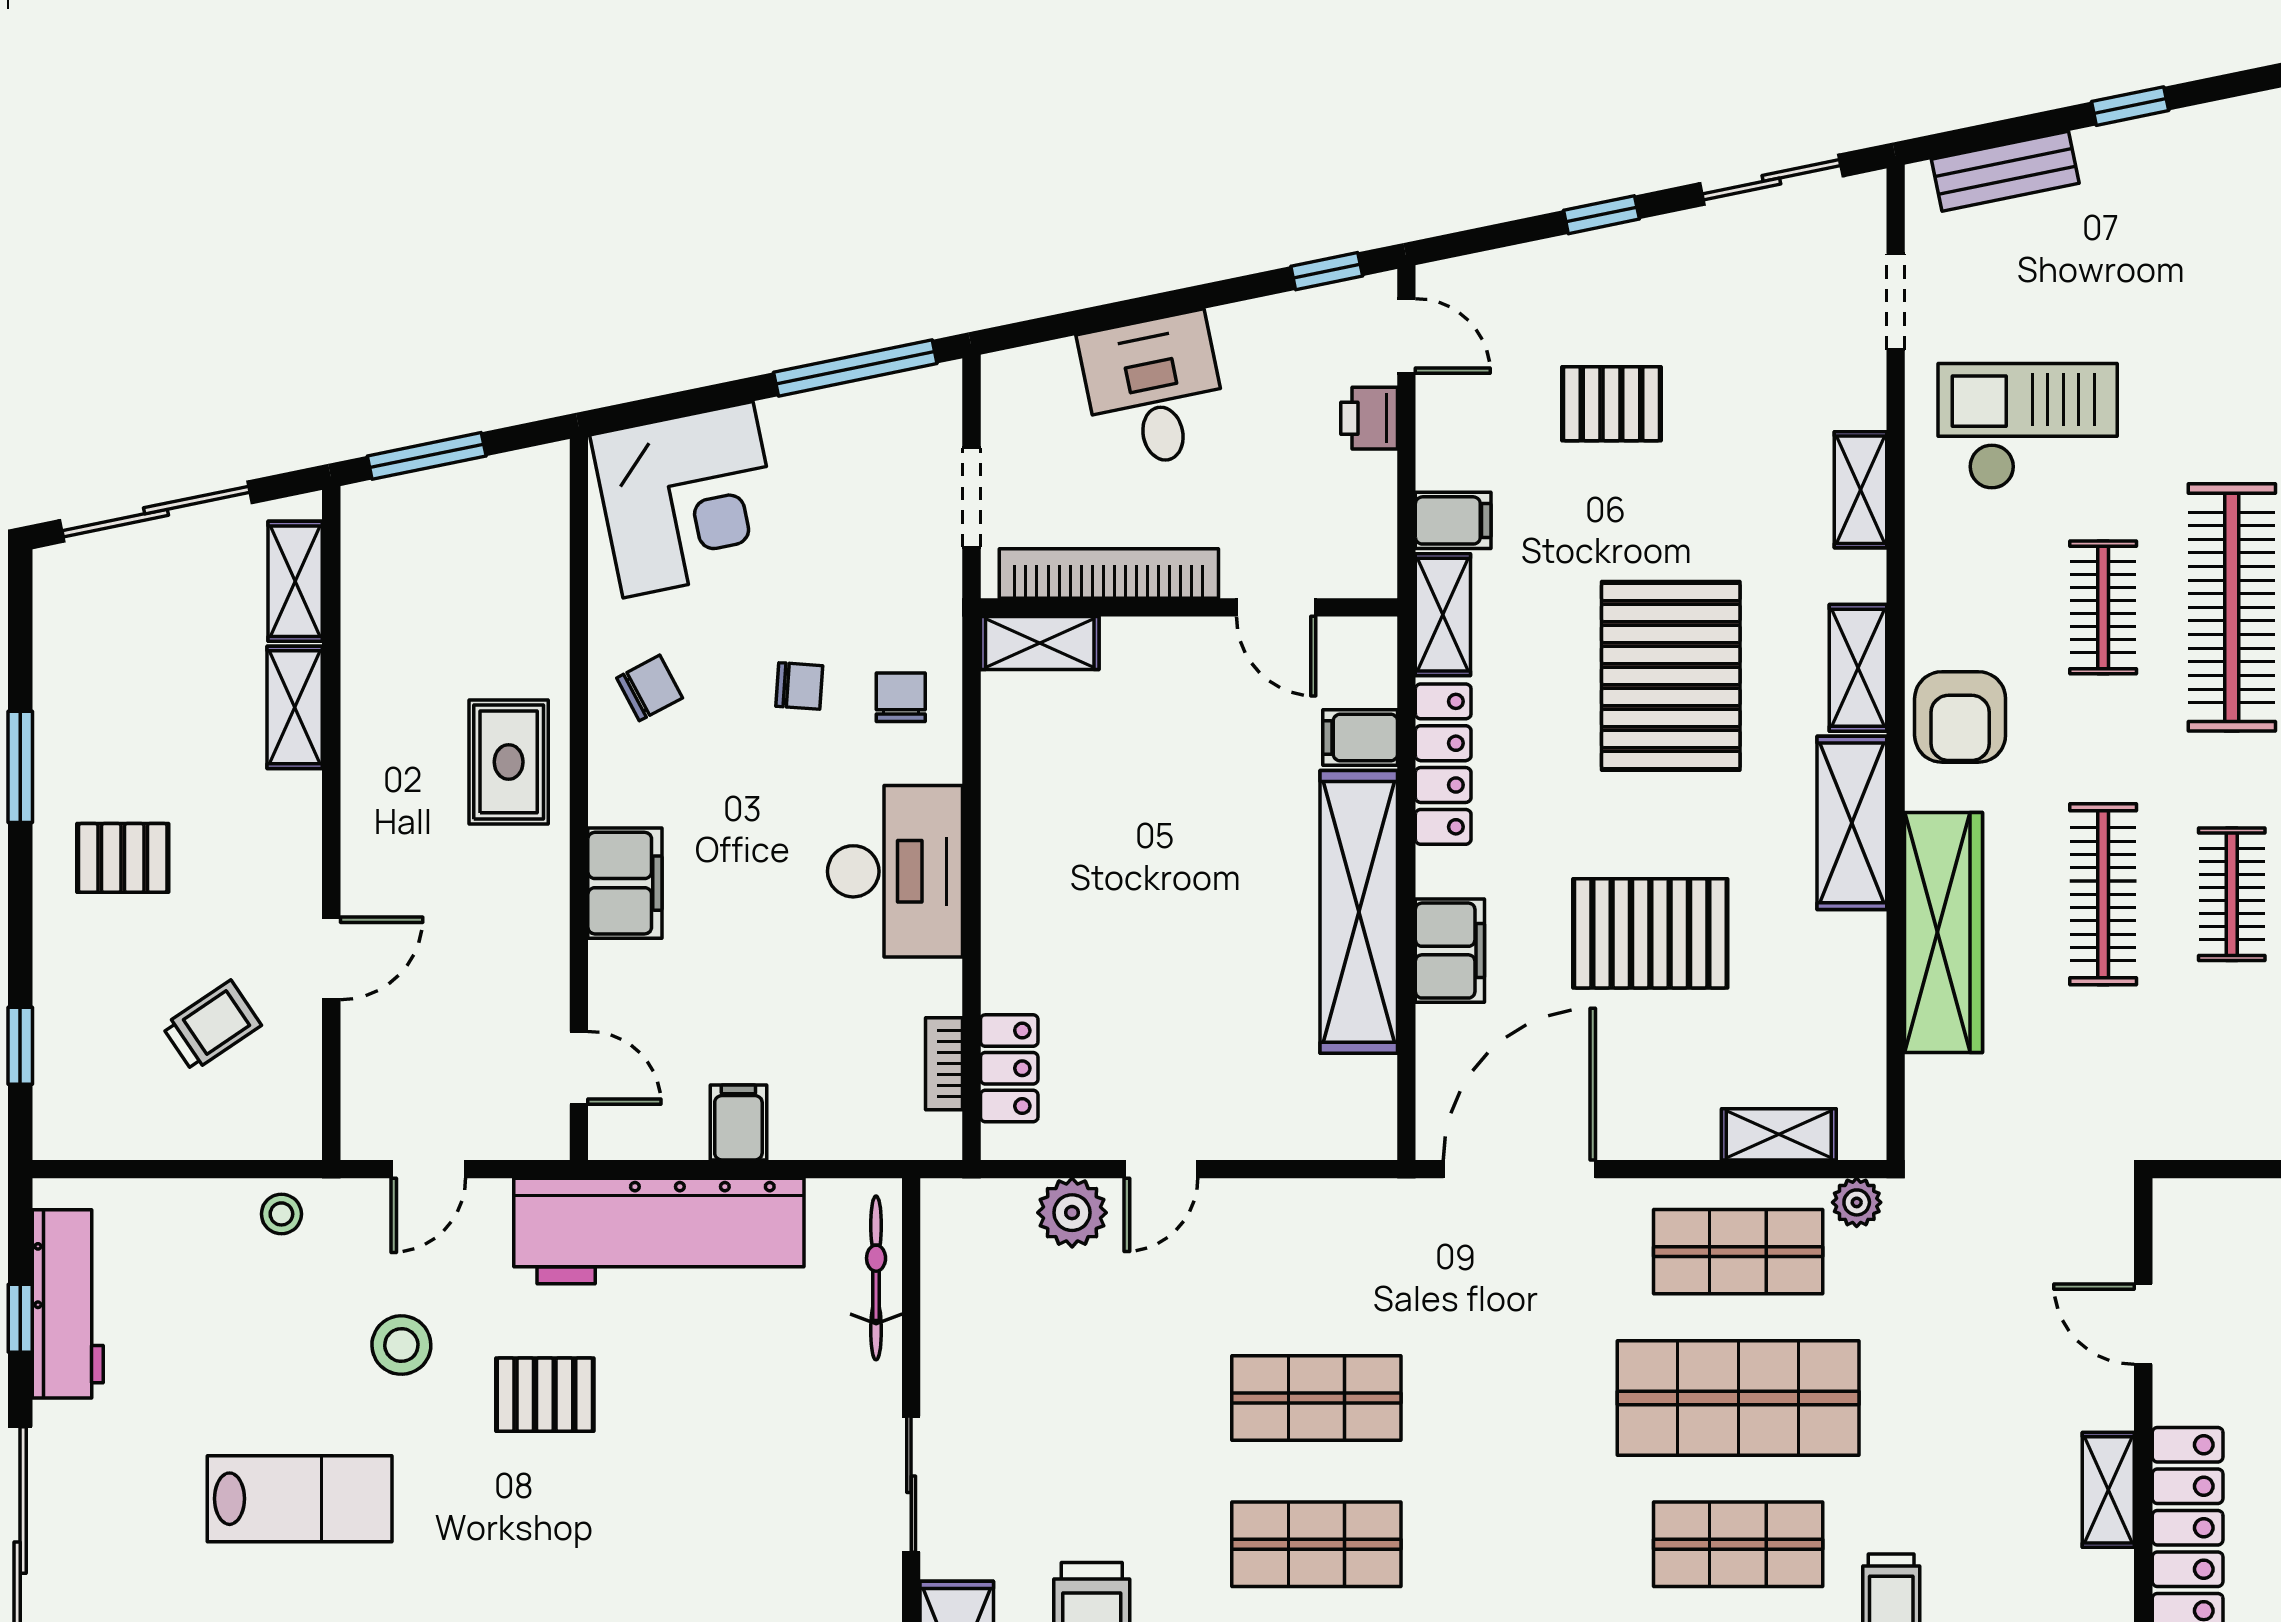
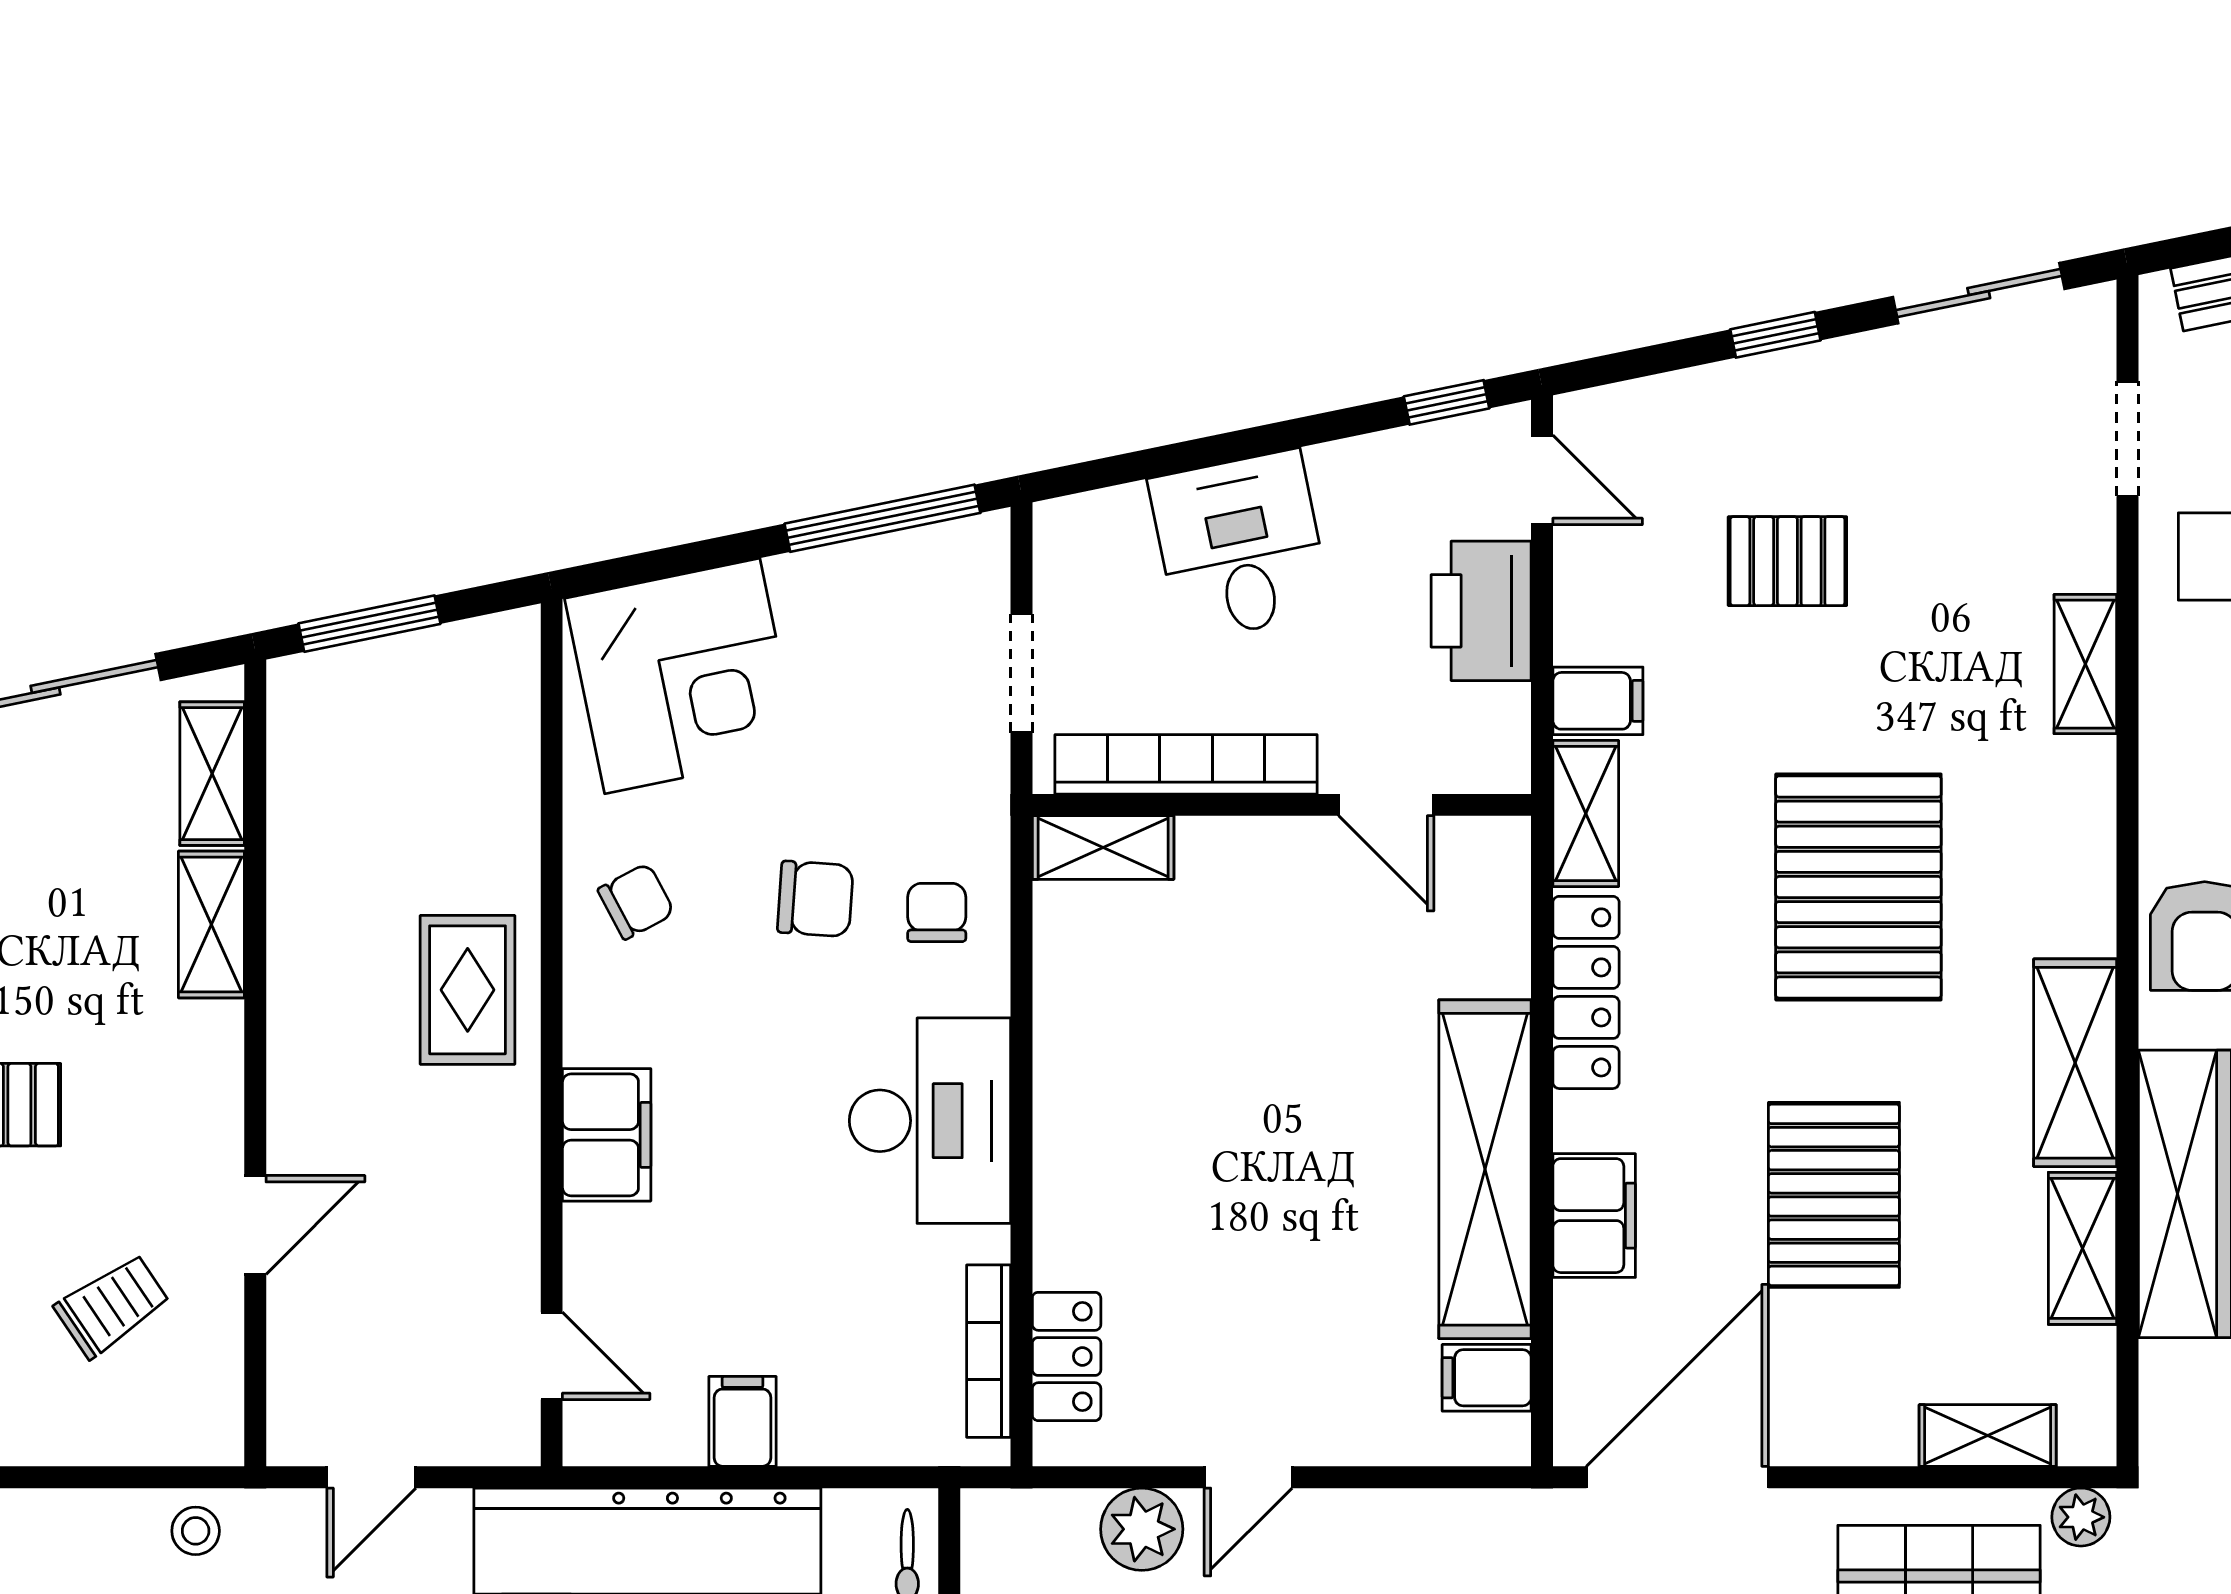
printer: (1369, 418) -> (1481, 611), width x1.87, depth x1.48
shelving: (1858, 668) -> (2083, 1248), moved
chair: (799, 686) -> (815, 899), width x1.37, depth x1.37
filing cabinet: (1360, 738) -> (1487, 1378), moved
pallet: (1650, 933) -> (1834, 1195), turned 90
bookcase: (944, 1064) -> (989, 1351), width x1.56

